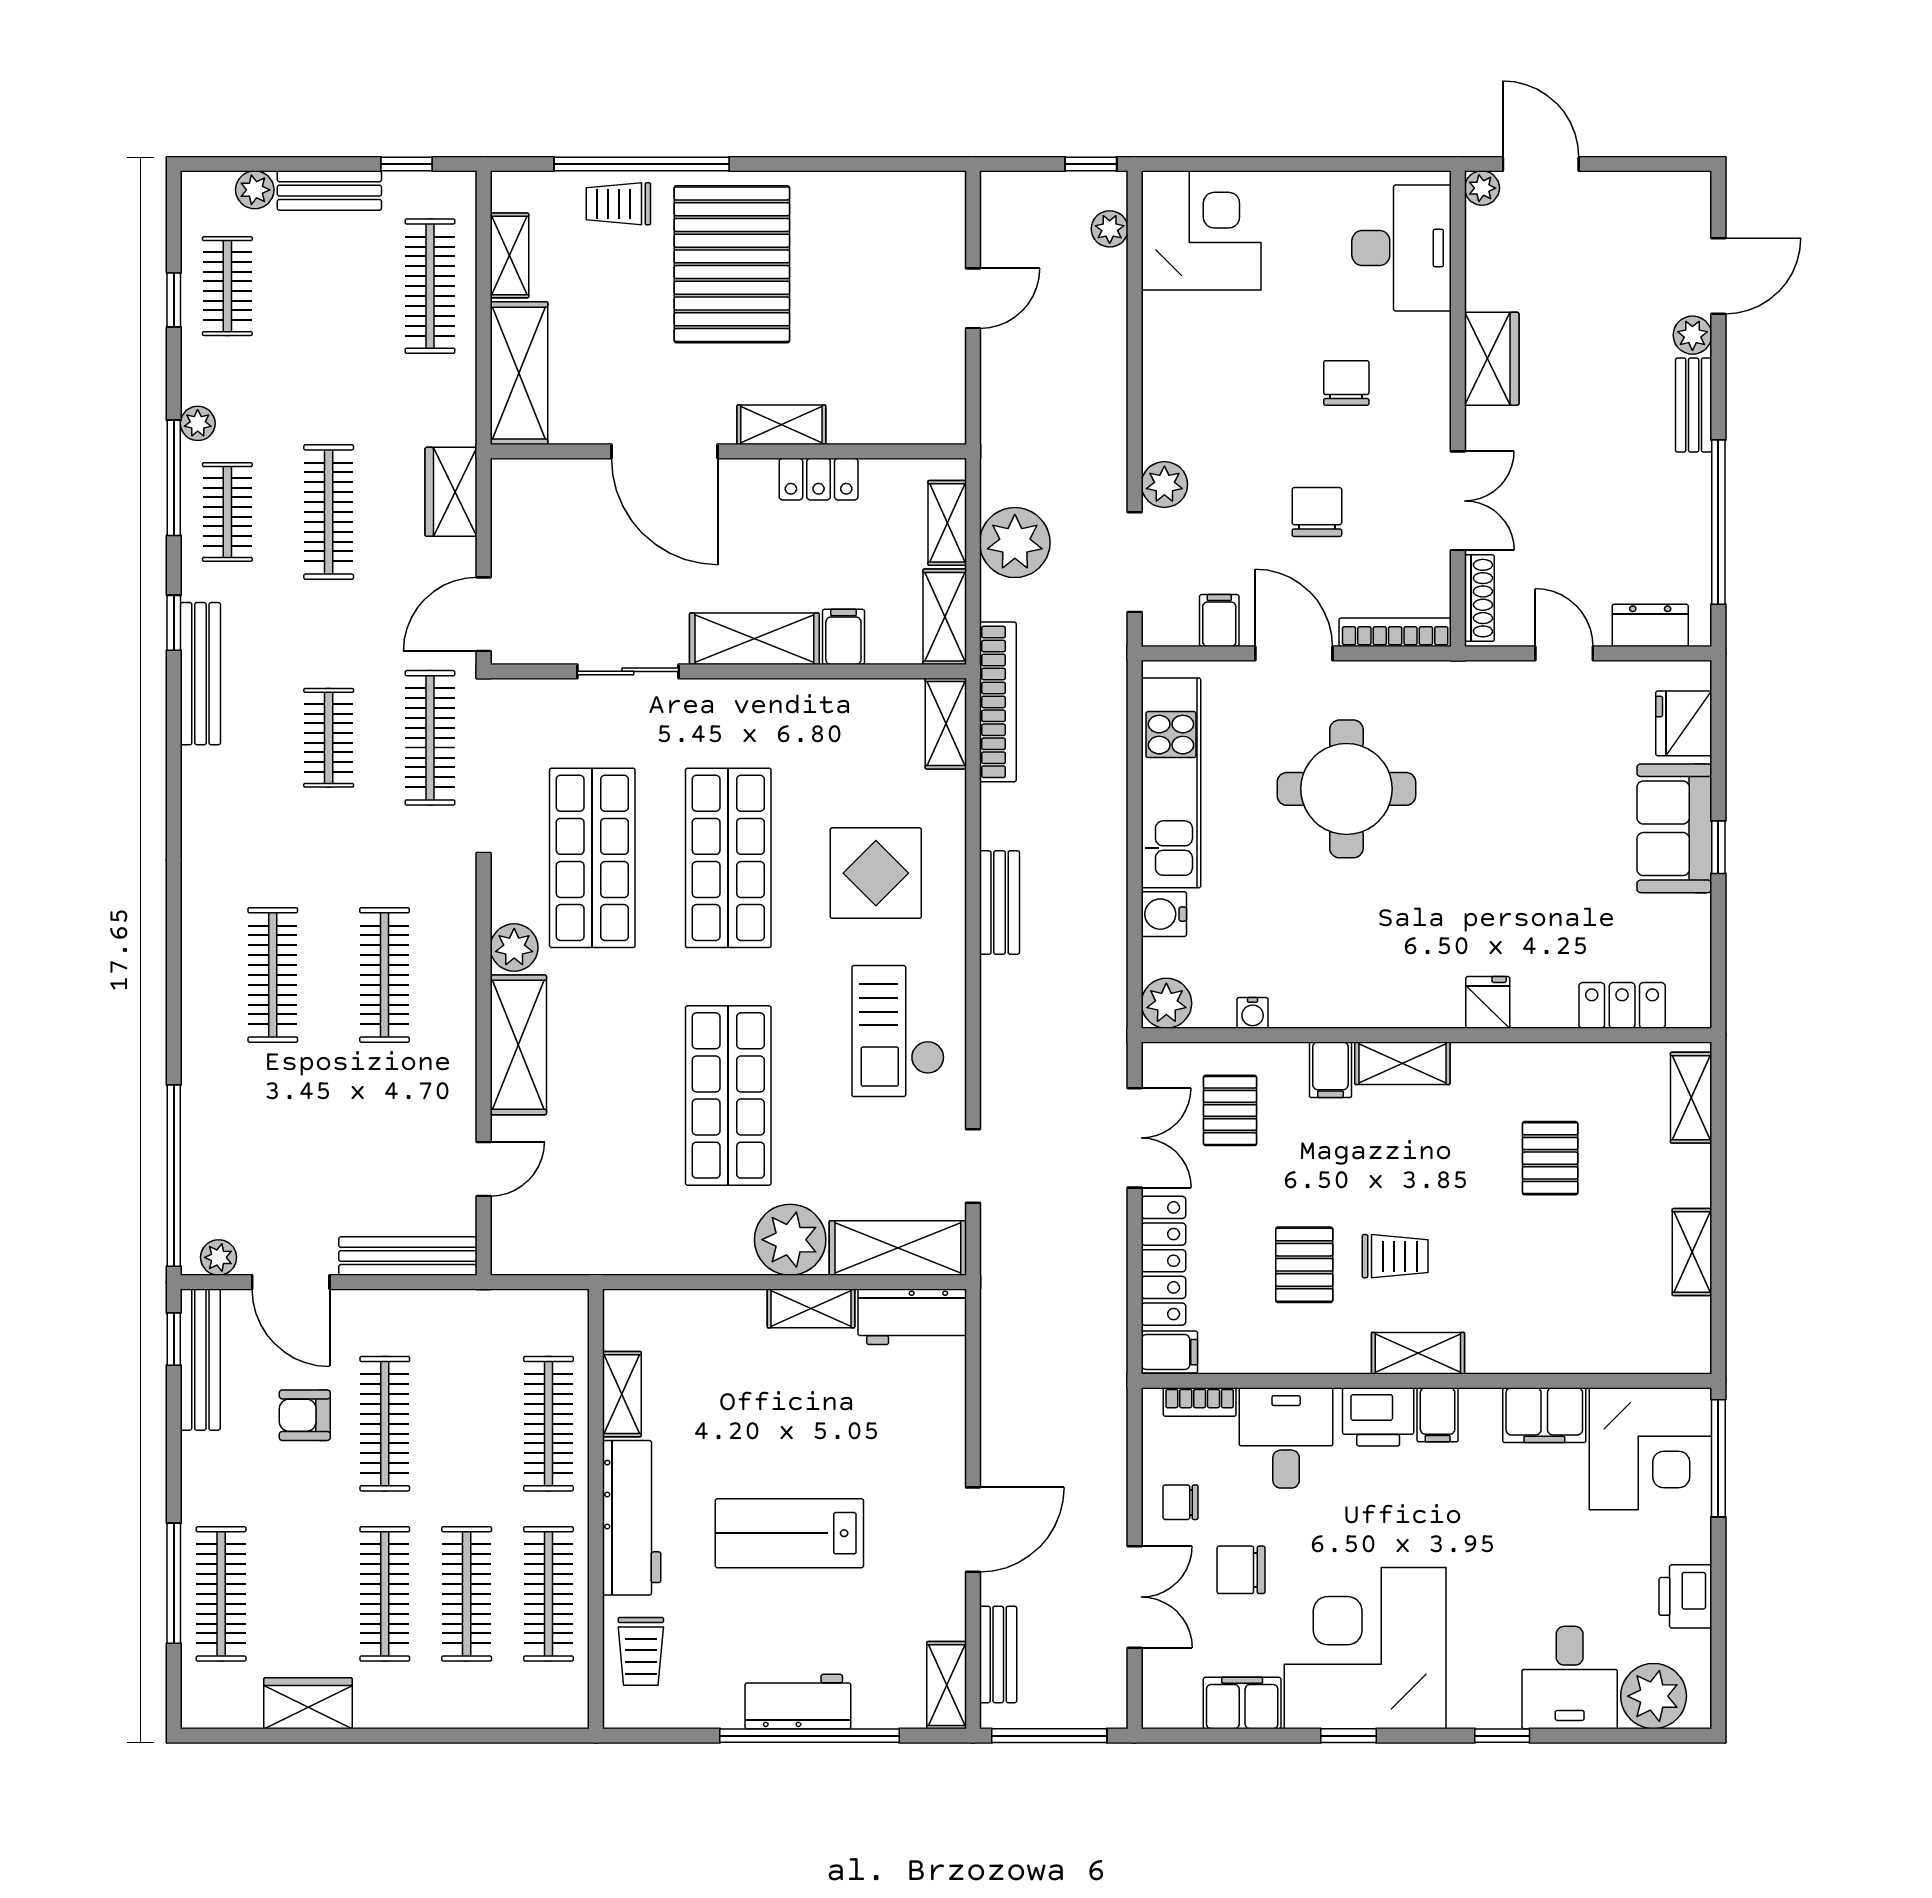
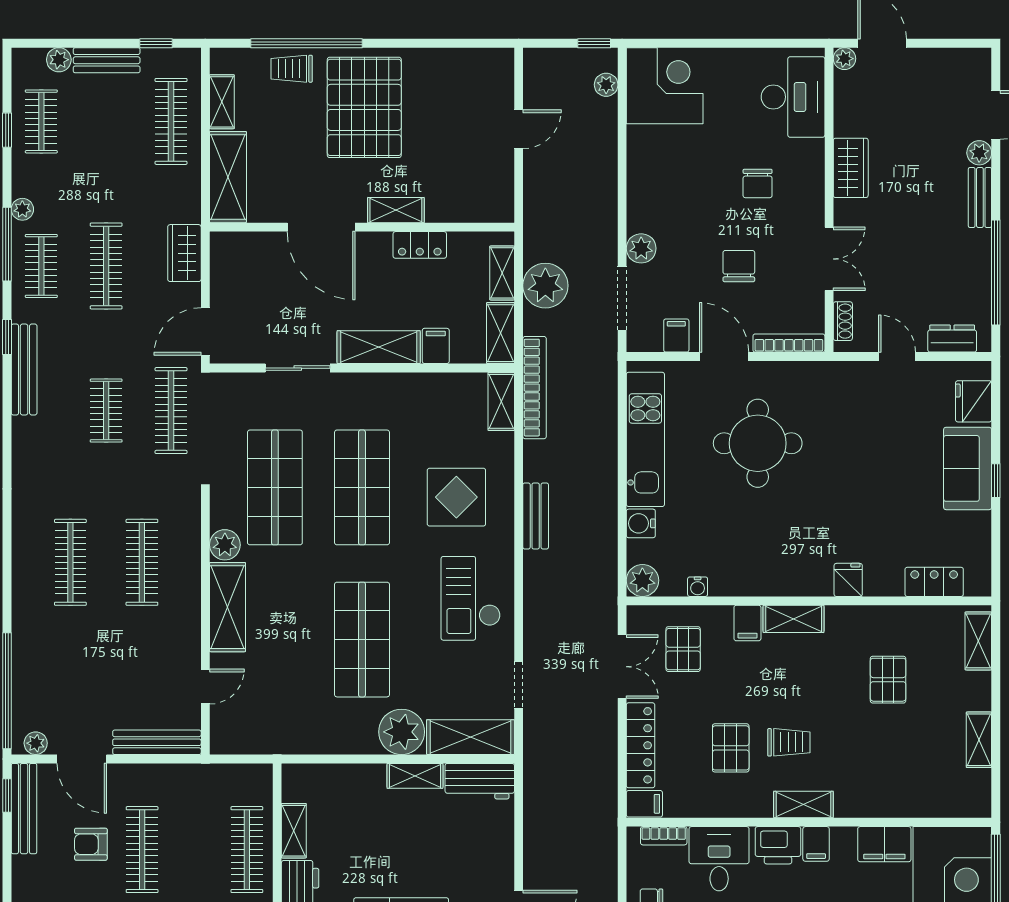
chair: (1346, 383) -> (758, 183), turned 180
shoe rack: (1479, 598) -> (843, 321), width x0.70

